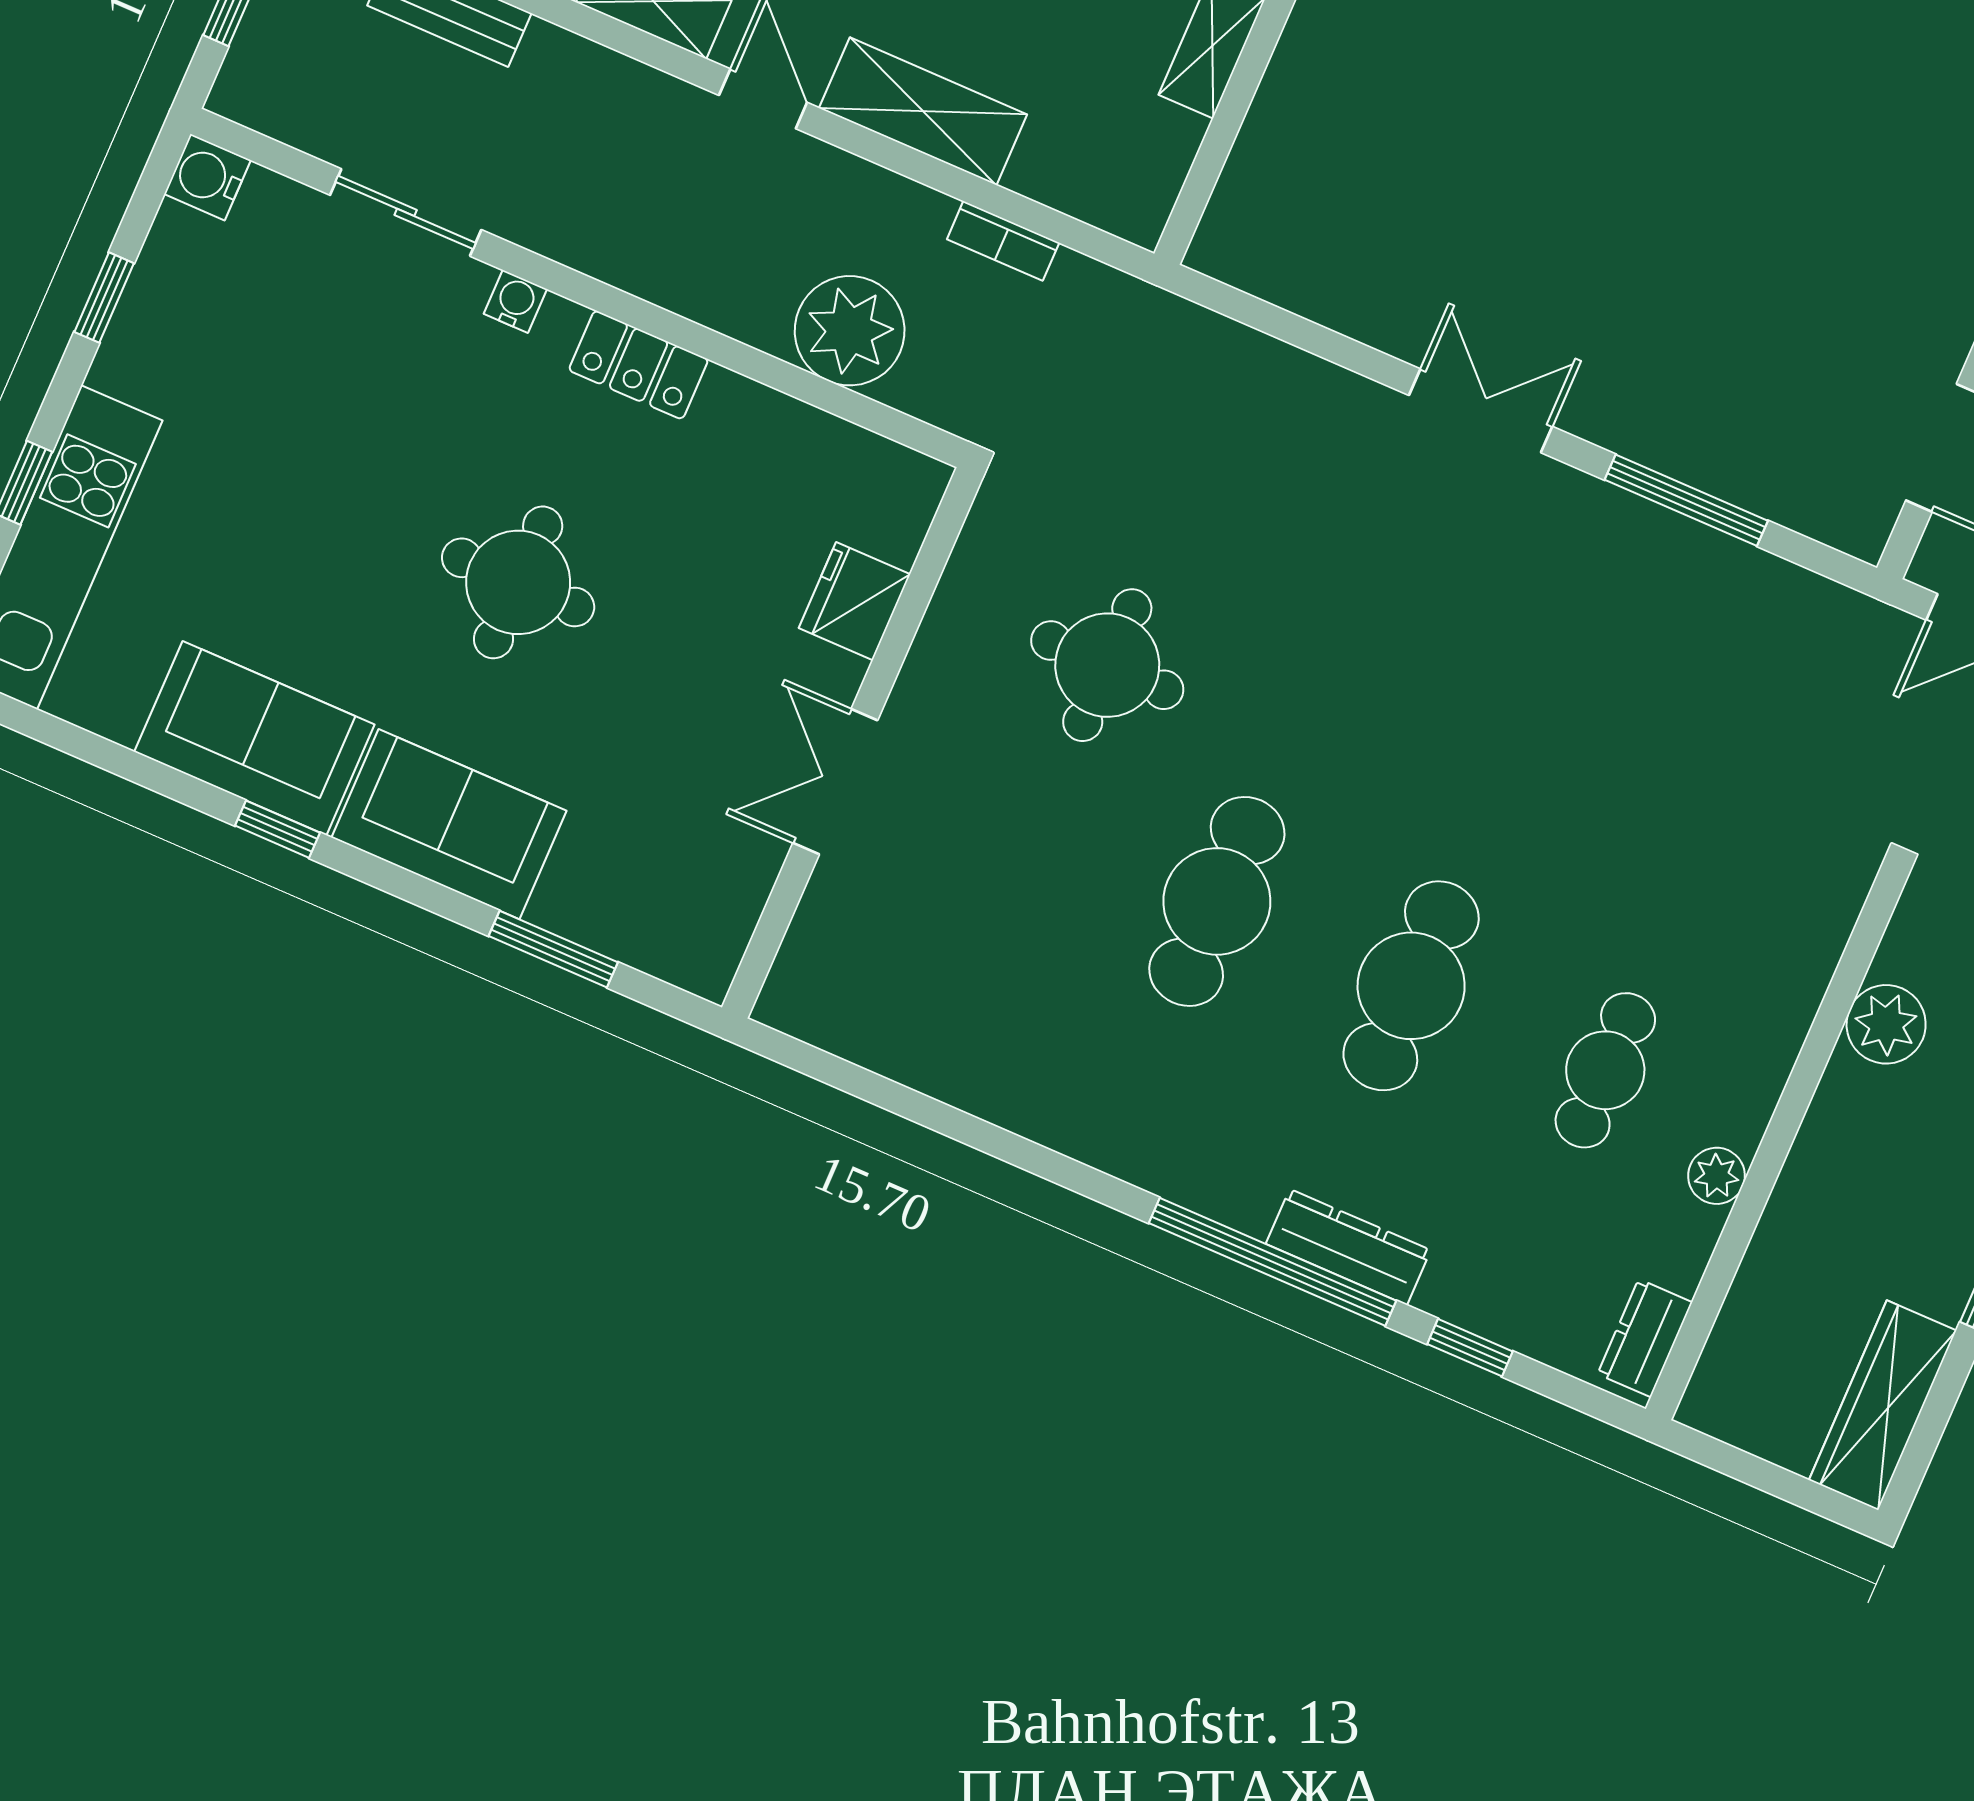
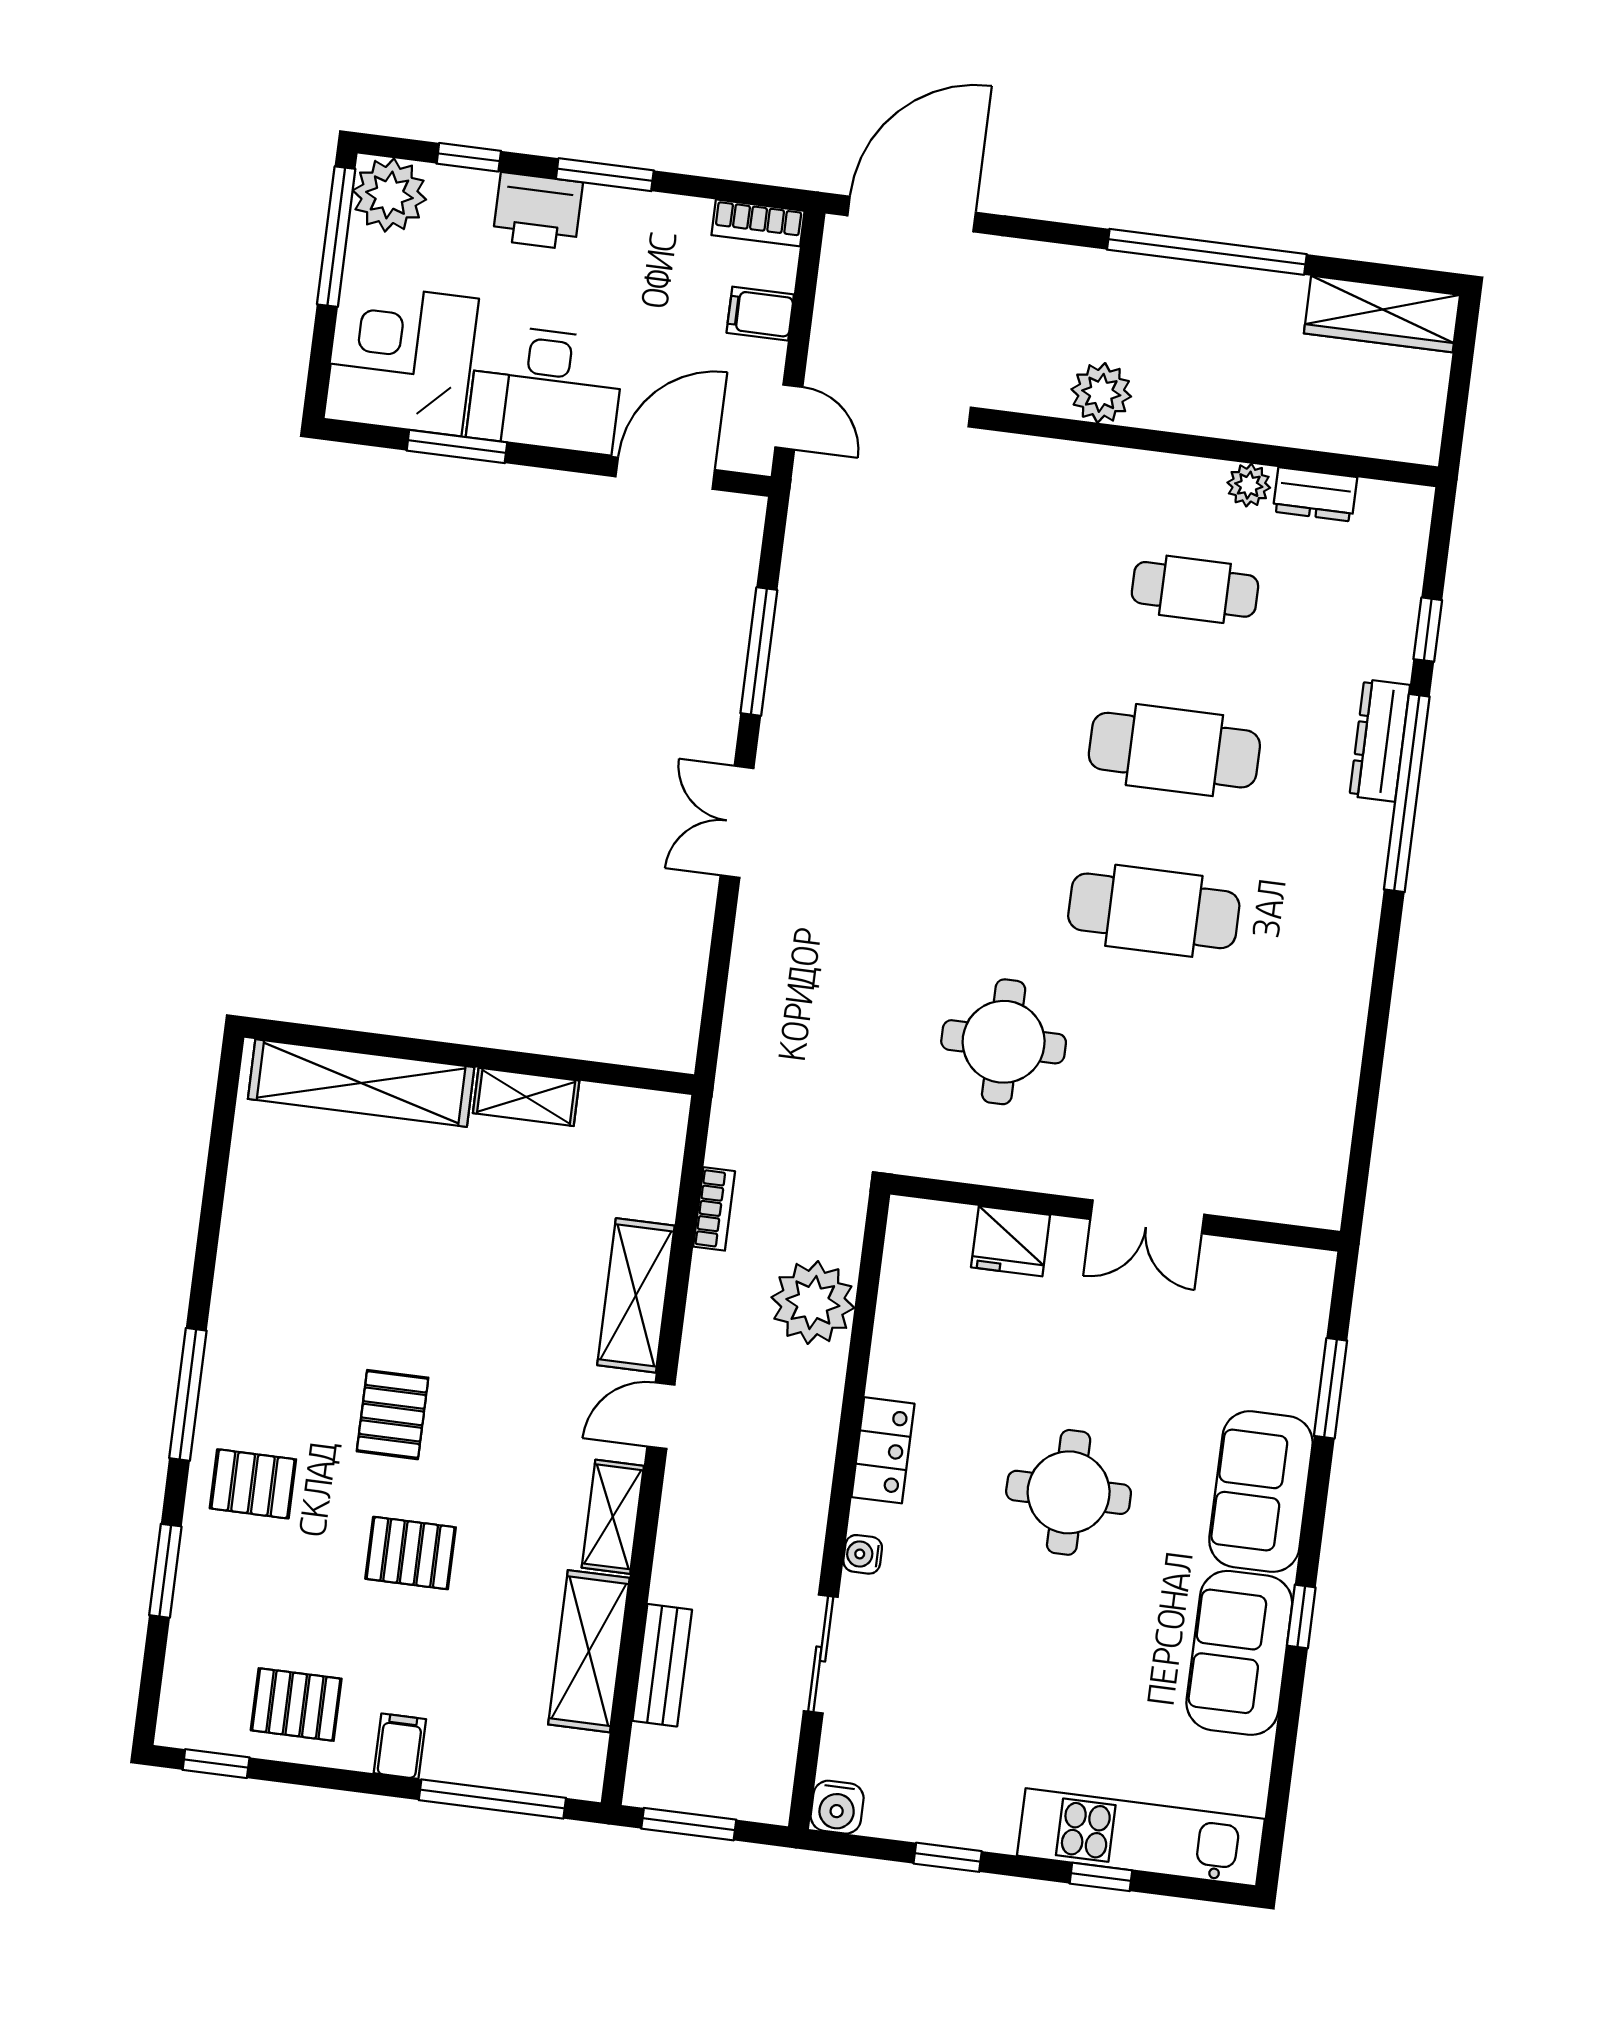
dresser: (1645, 1338) -> (1315, 494), moved

